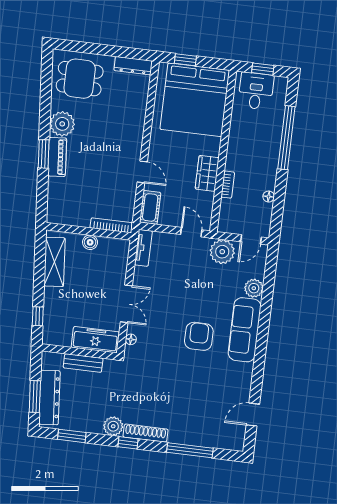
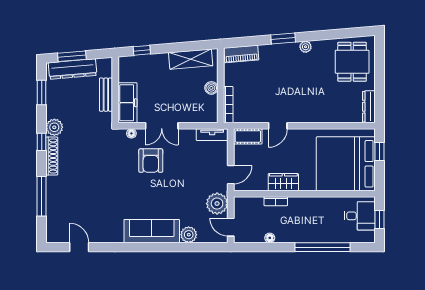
plant: (62, 124) -> (306, 47), width x0.53, depth x0.53
piano: (57, 157) -> (241, 54), moved
armchair: (199, 336) -> (151, 161), moved, turned 90

